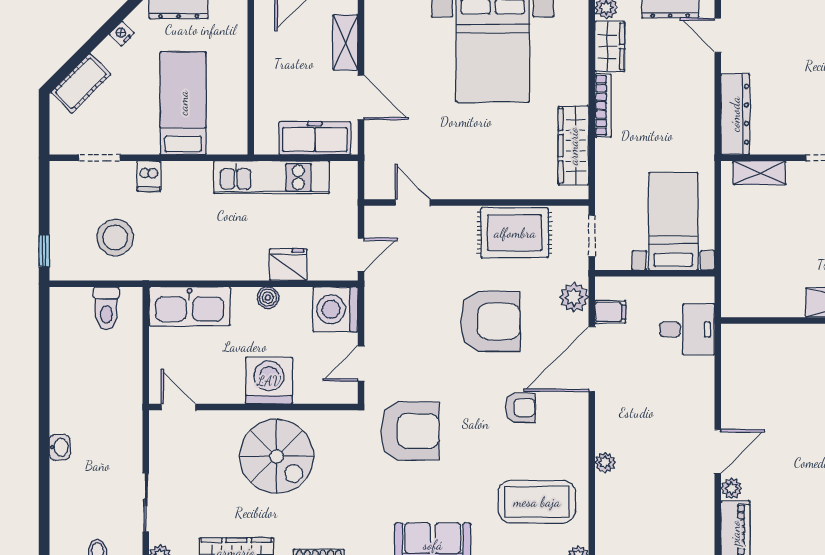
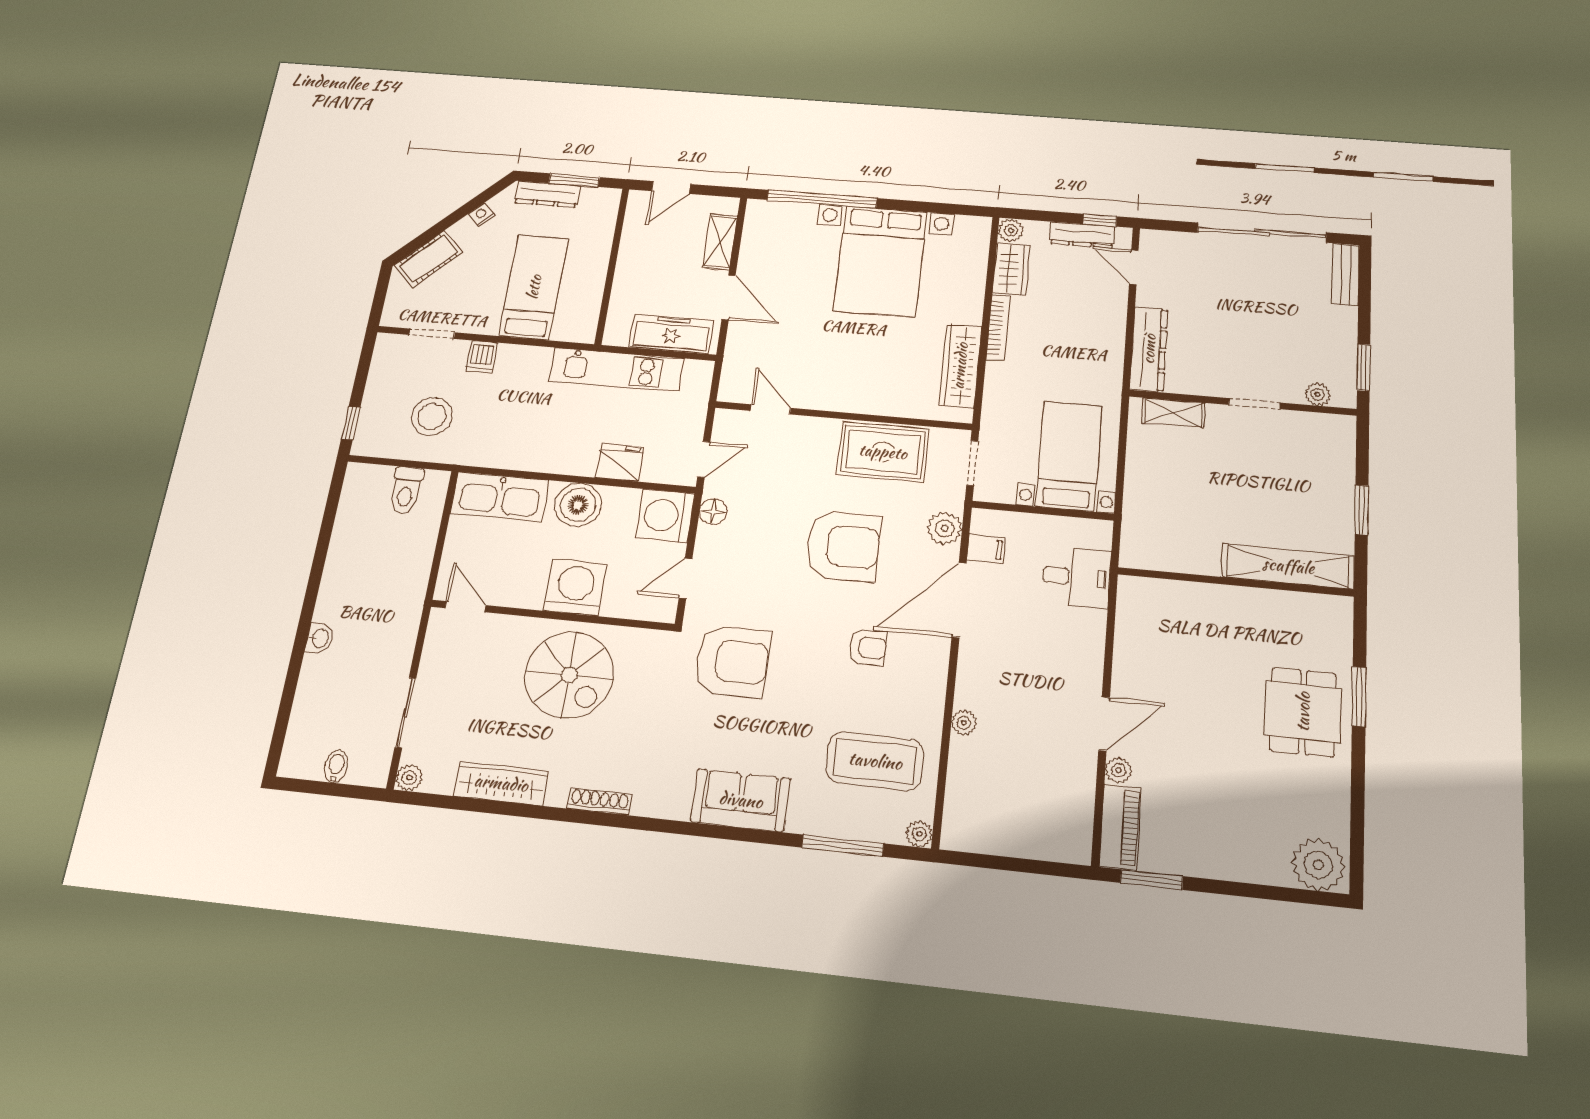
boiler: (268, 298) -> (578, 505), width x1.86, depth x1.86
floor lamp: (376, 302) -> (713, 512), added

